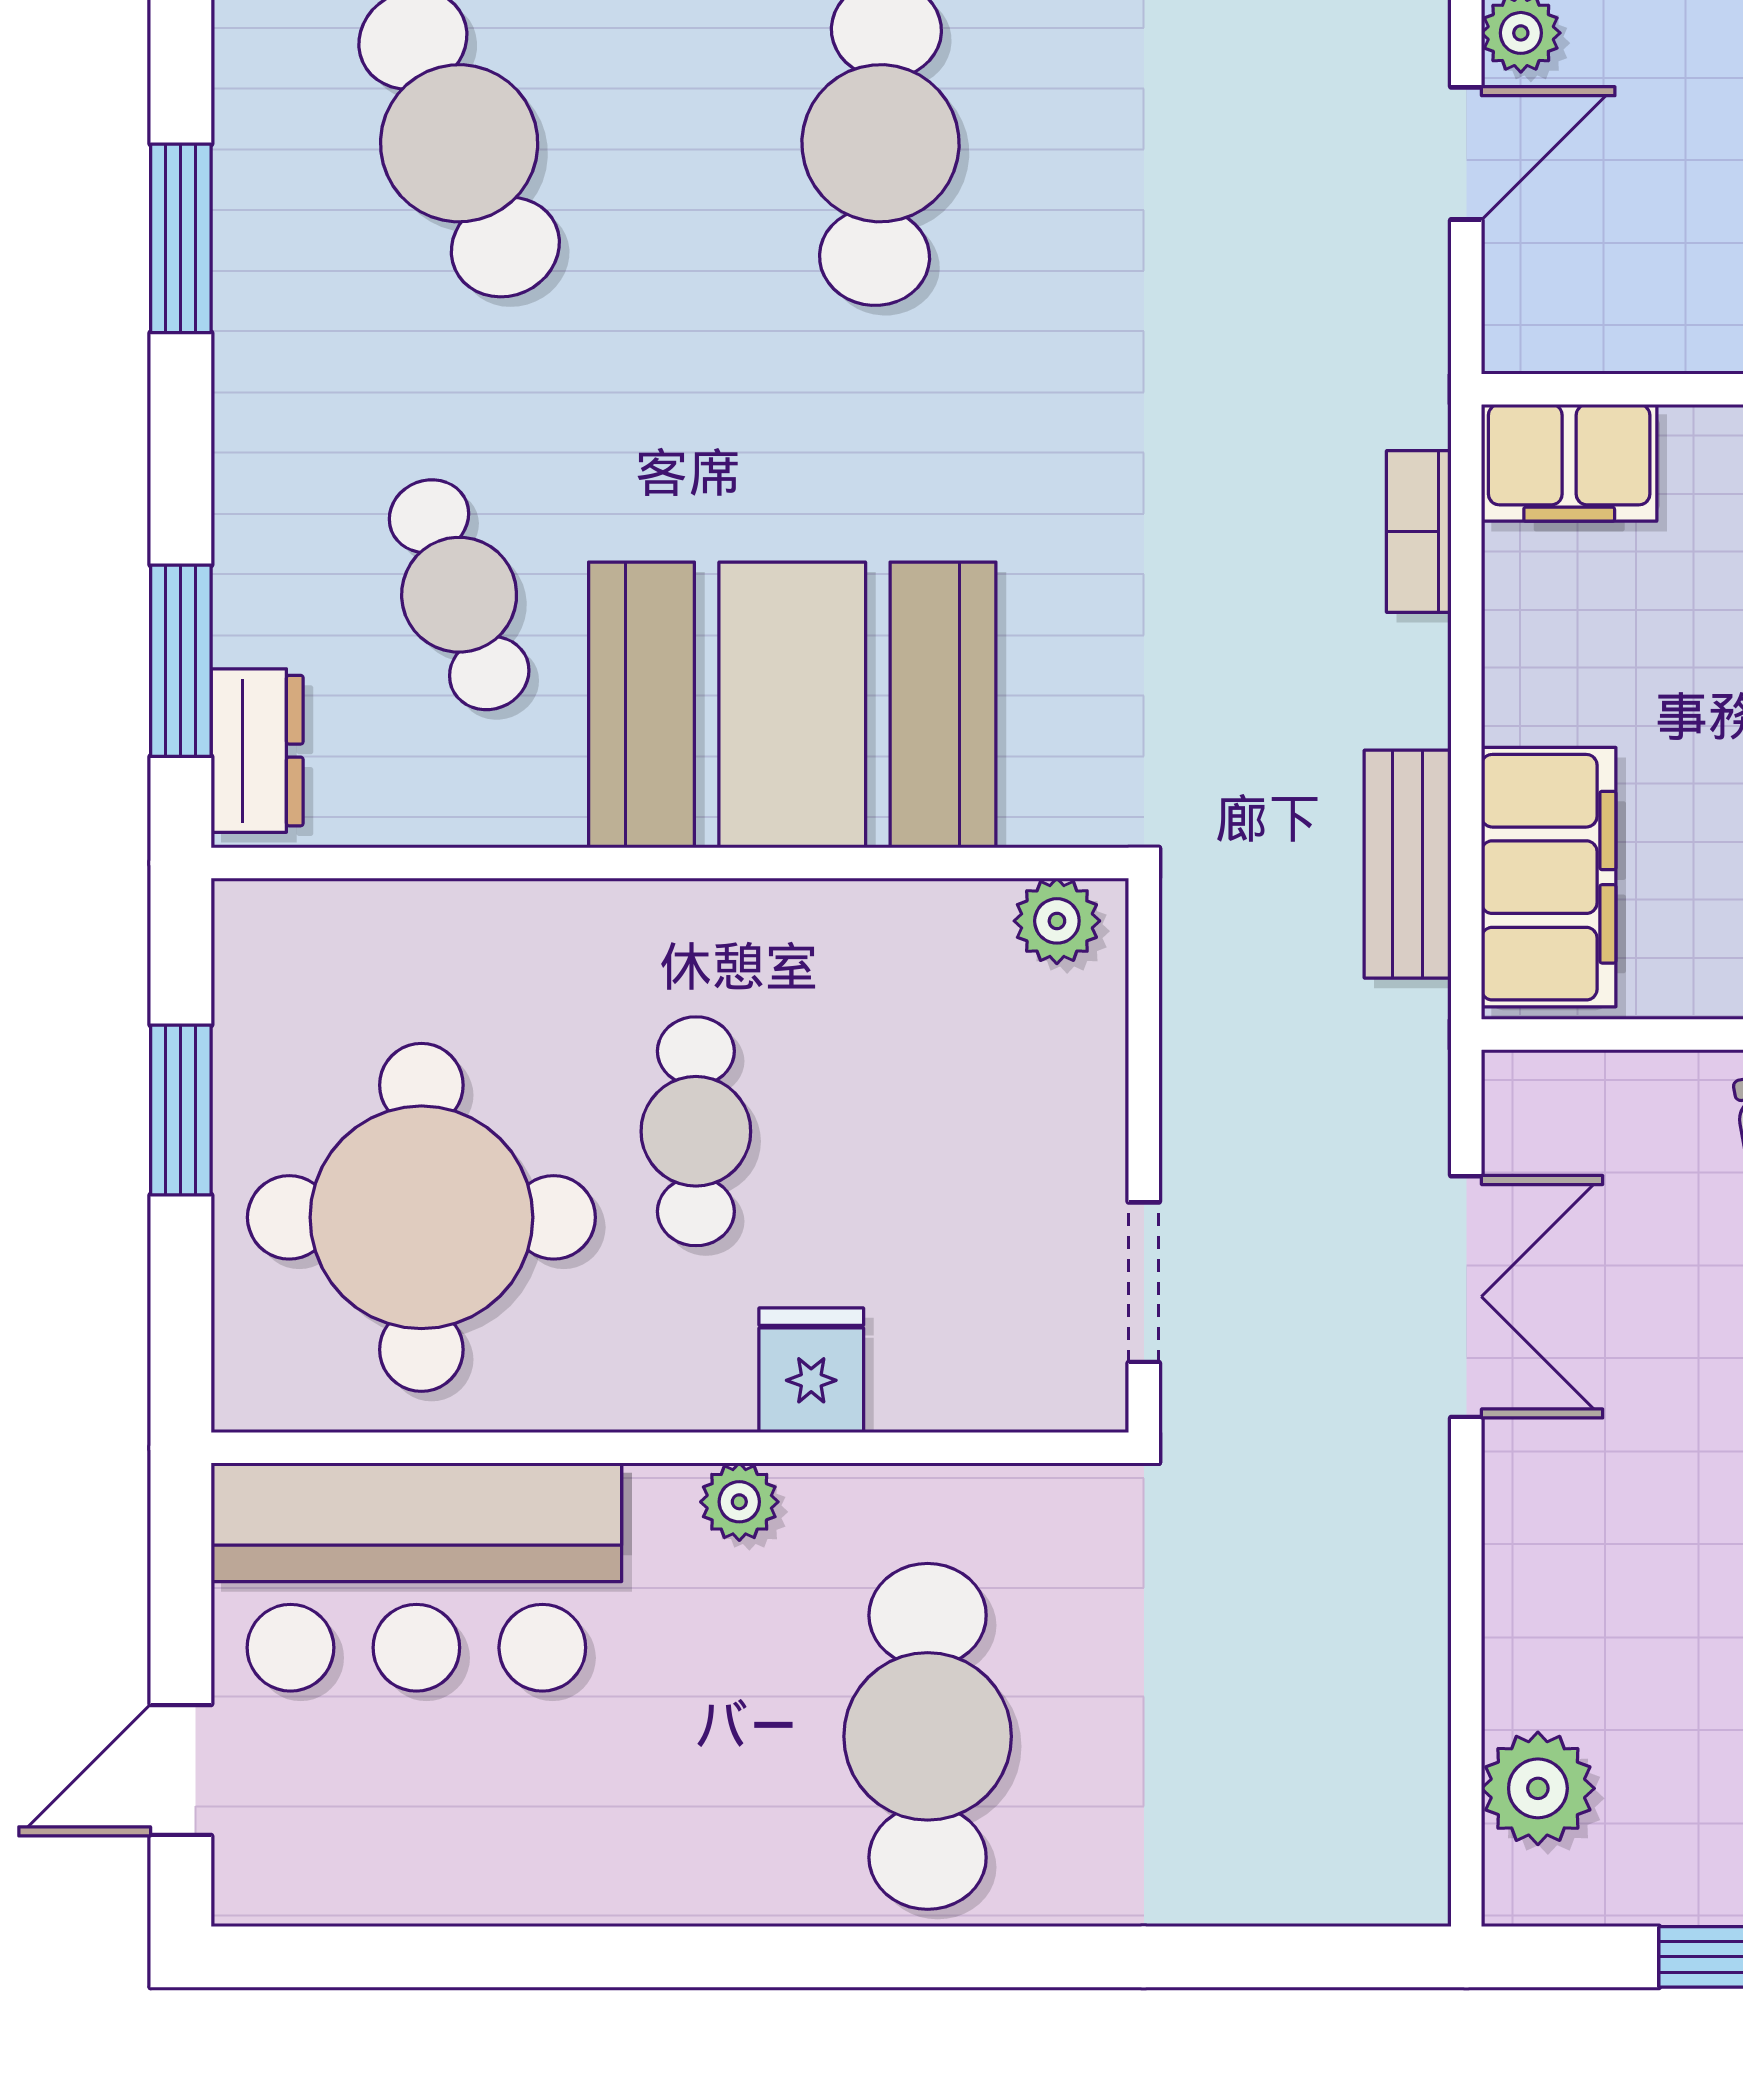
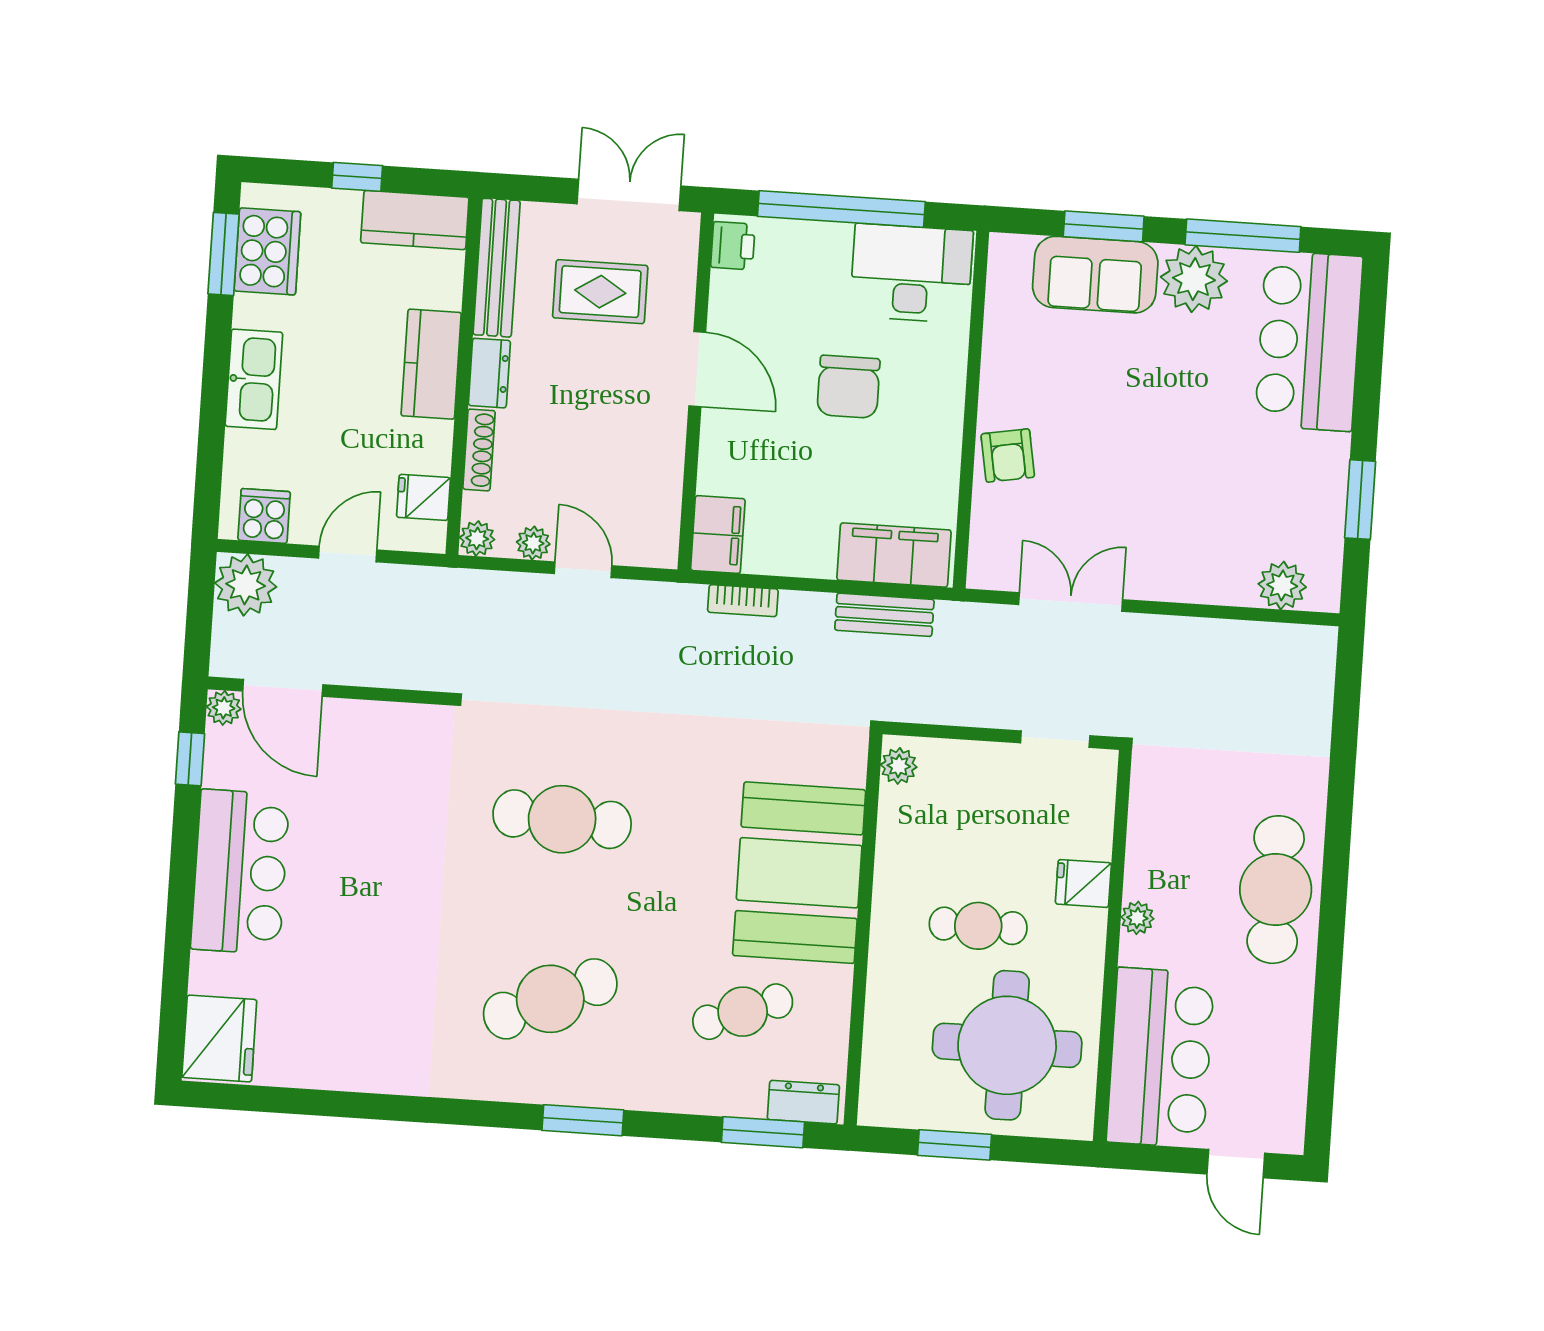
cafe table: (928, 1736) -> (1276, 890), moved, turned 90

